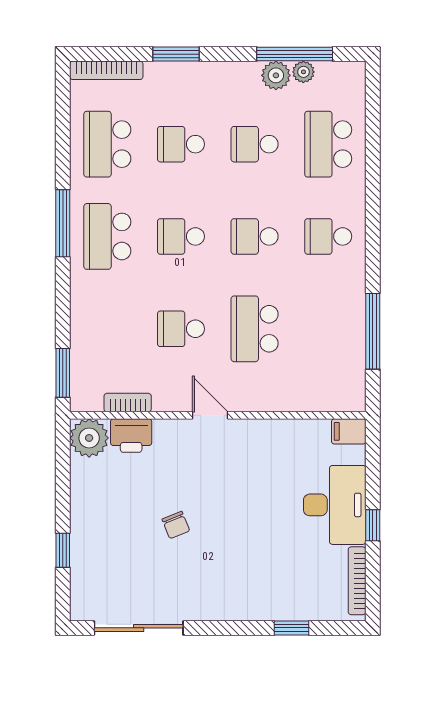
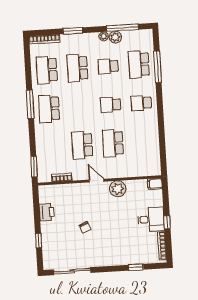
plant: (303, 72) -> (104, 36), moved
school desk: (181, 144) -> (77, 68), width x1.85
school desk: (181, 236) -> (80, 107), removed
school desk: (181, 329) -> (82, 145), width x1.85
window: (373, 331) -> (158, 67), moved
printer: (131, 436) -> (47, 212), moved, turned -90
plant: (89, 438) -> (118, 189), moved
desk: (335, 505) -> (151, 219), width x0.73

